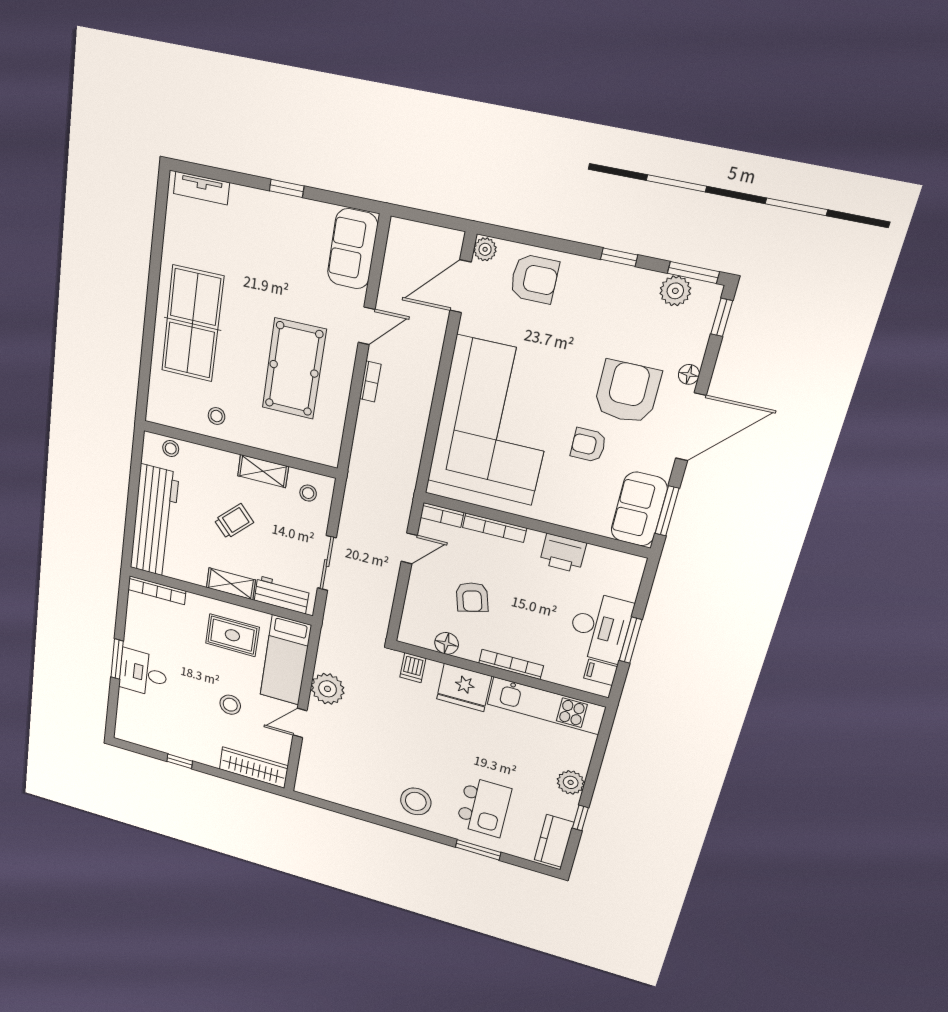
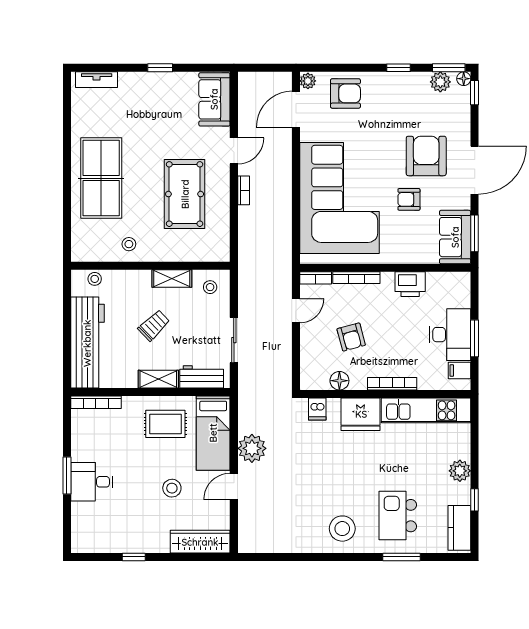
floor lamp: (689, 374) -> (464, 79), moved
kitchen island: (484, 807) -> (398, 516), turned 180

